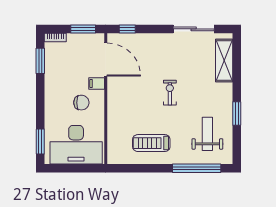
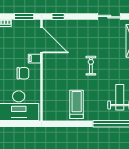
sliding door: (194, 29) -> (109, 17), width x0.73
treadmill: (151, 143) -> (77, 104), turned 90

